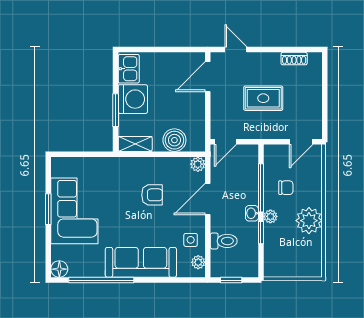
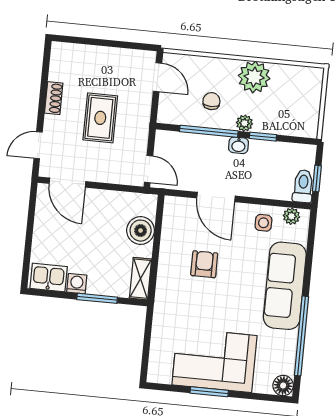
shoe rack: (294, 59) -> (54, 98), moved
washing machine: (133, 99) -> (77, 284), width x0.53, depth x0.53
plant: (198, 164) -> (172, 205), removed
toilet: (224, 241) -> (303, 186), moved

